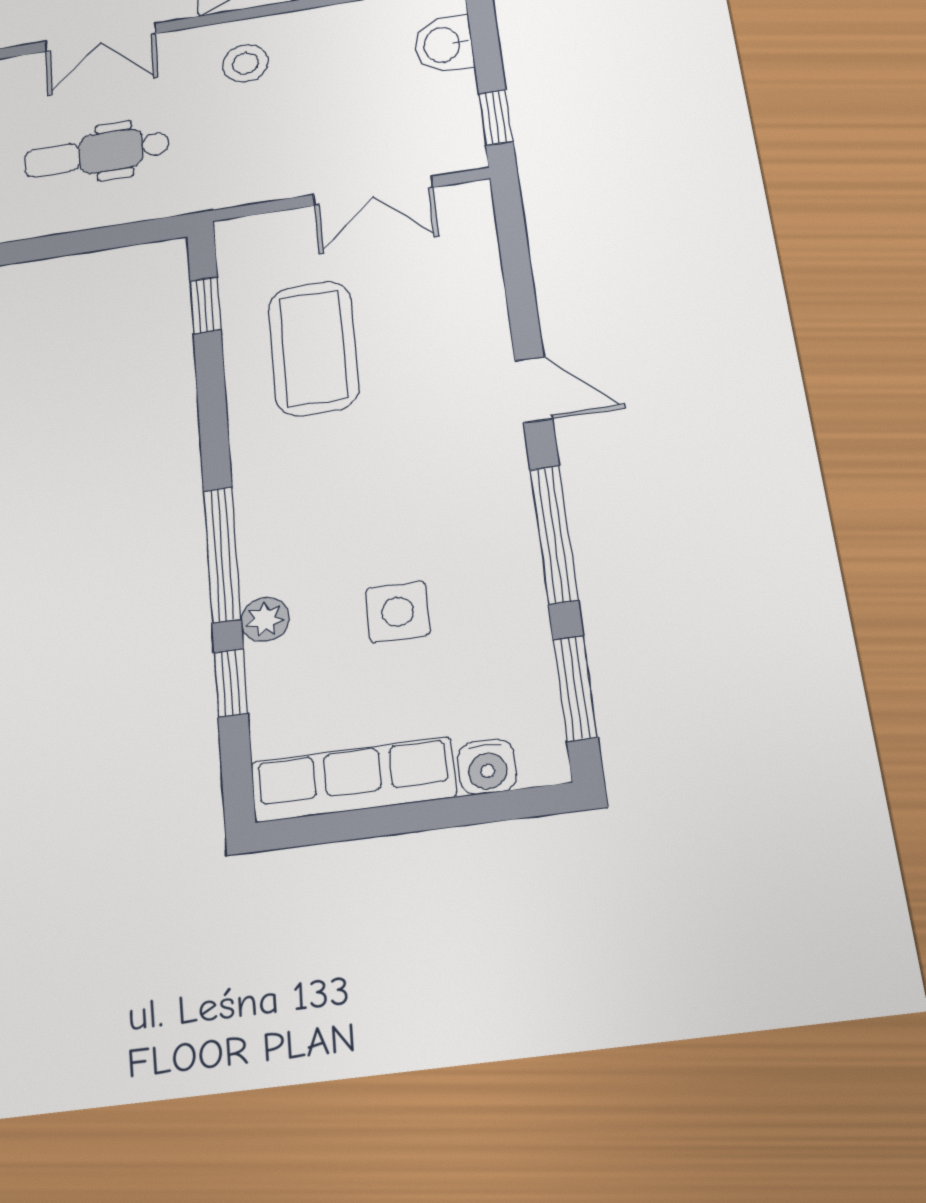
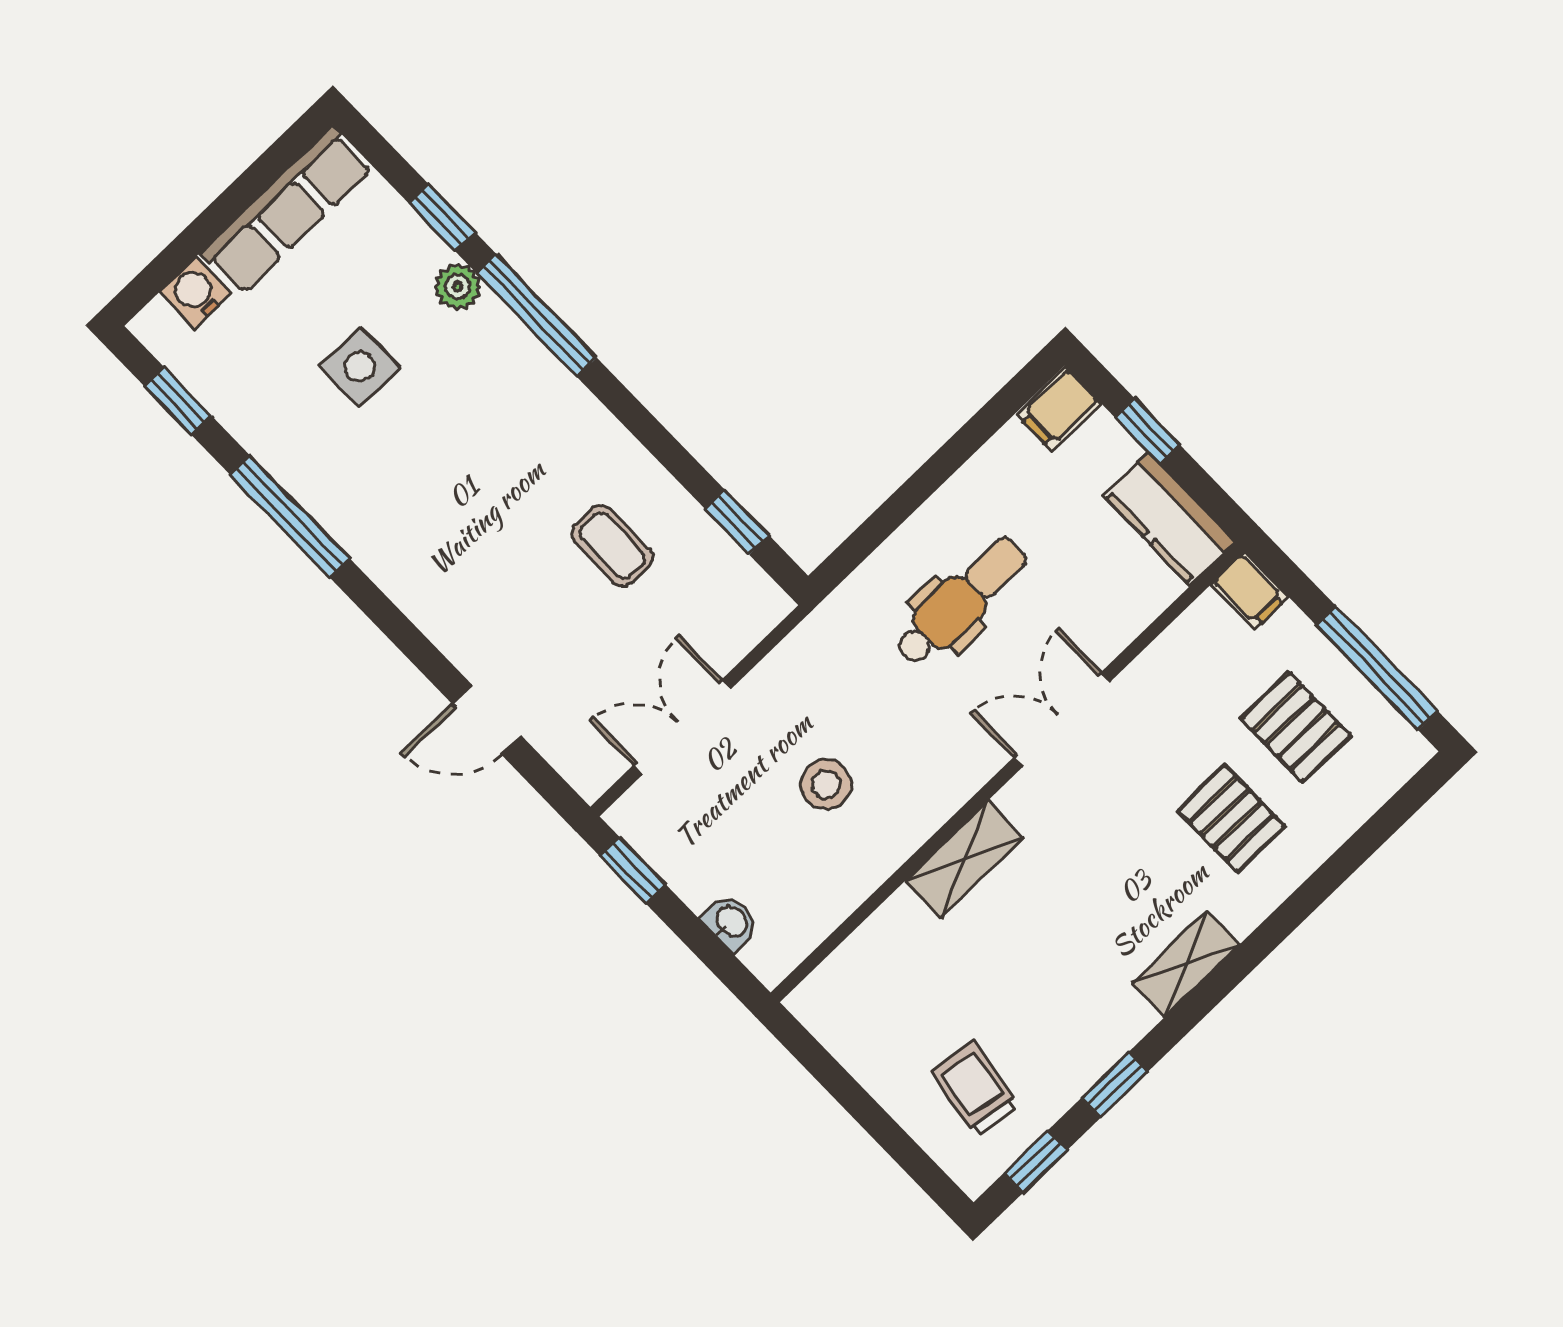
washbasin: (444, 45) -> (731, 922), width x0.72, depth x0.69
stool: (245, 63) -> (826, 784), moved
coffee table: (313, 348) -> (612, 546), width x0.54, depth x0.58
door: (534, 390) -> (487, 720), moved
window: (575, 688) -> (178, 401), width x0.67

